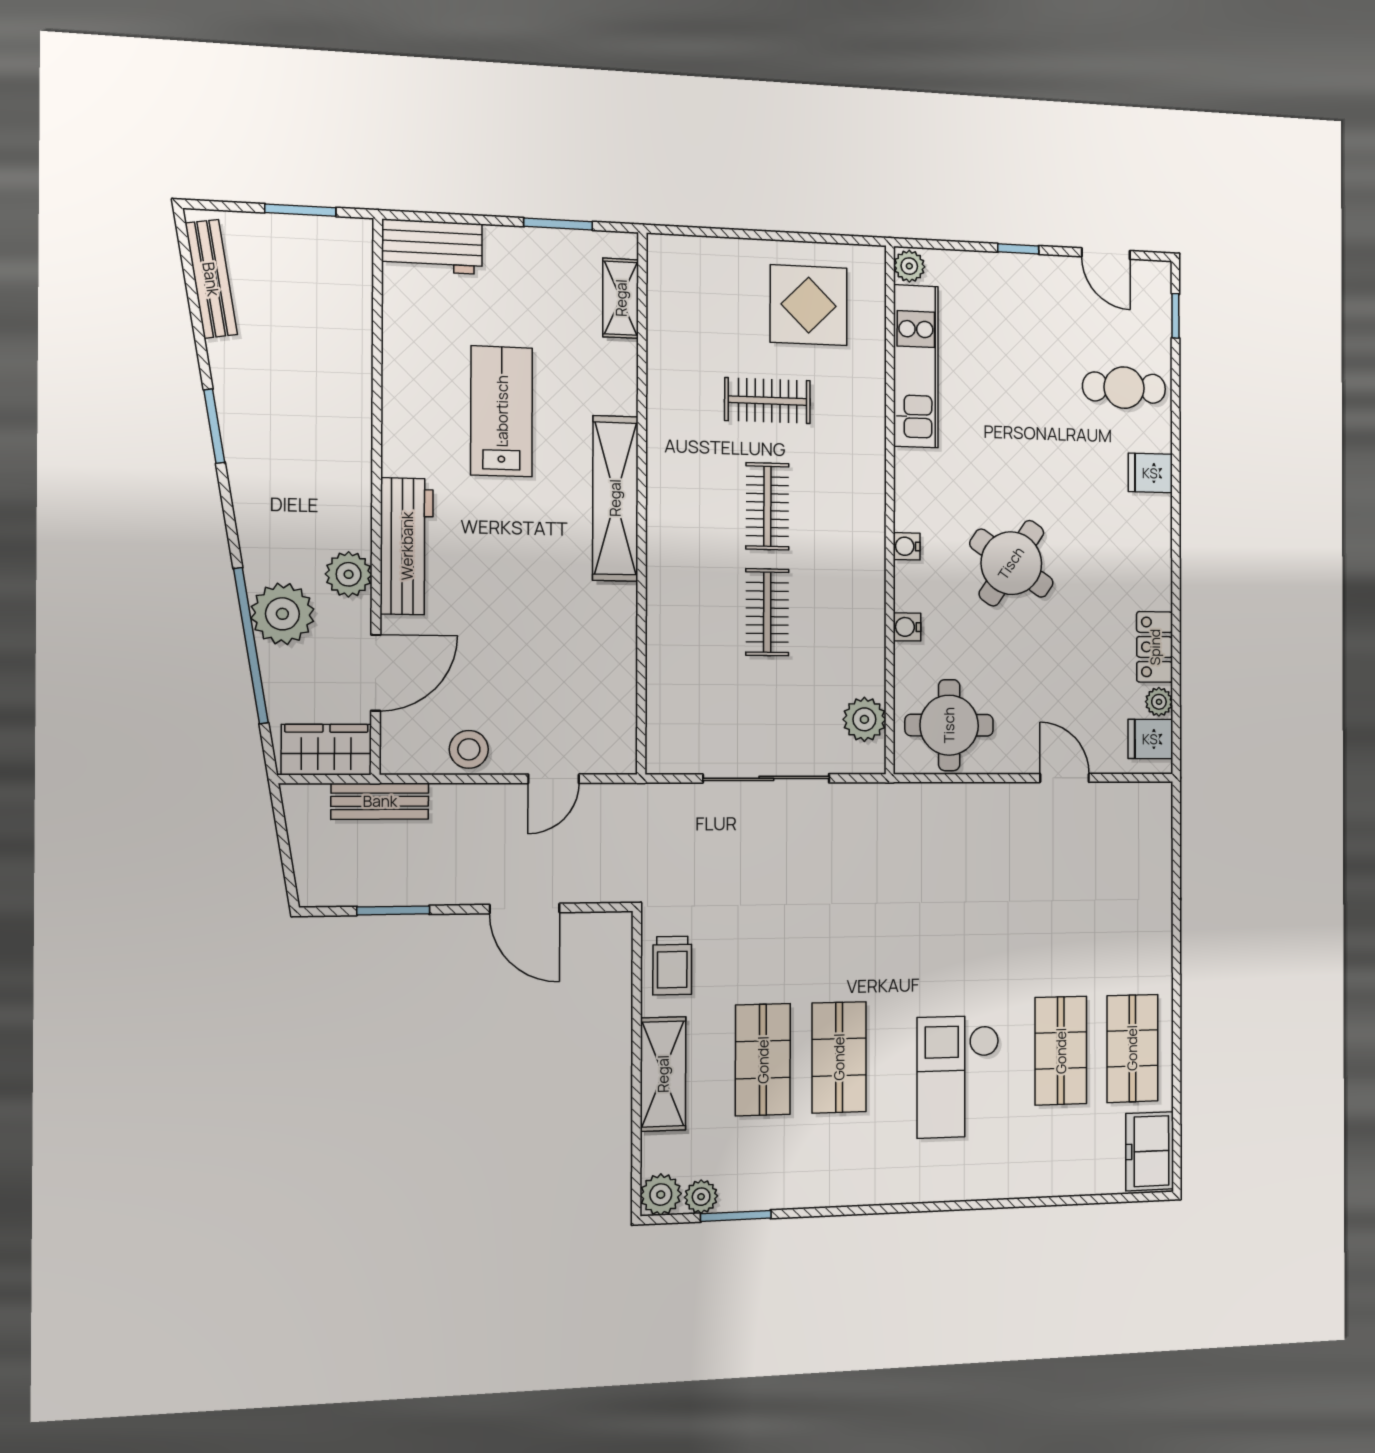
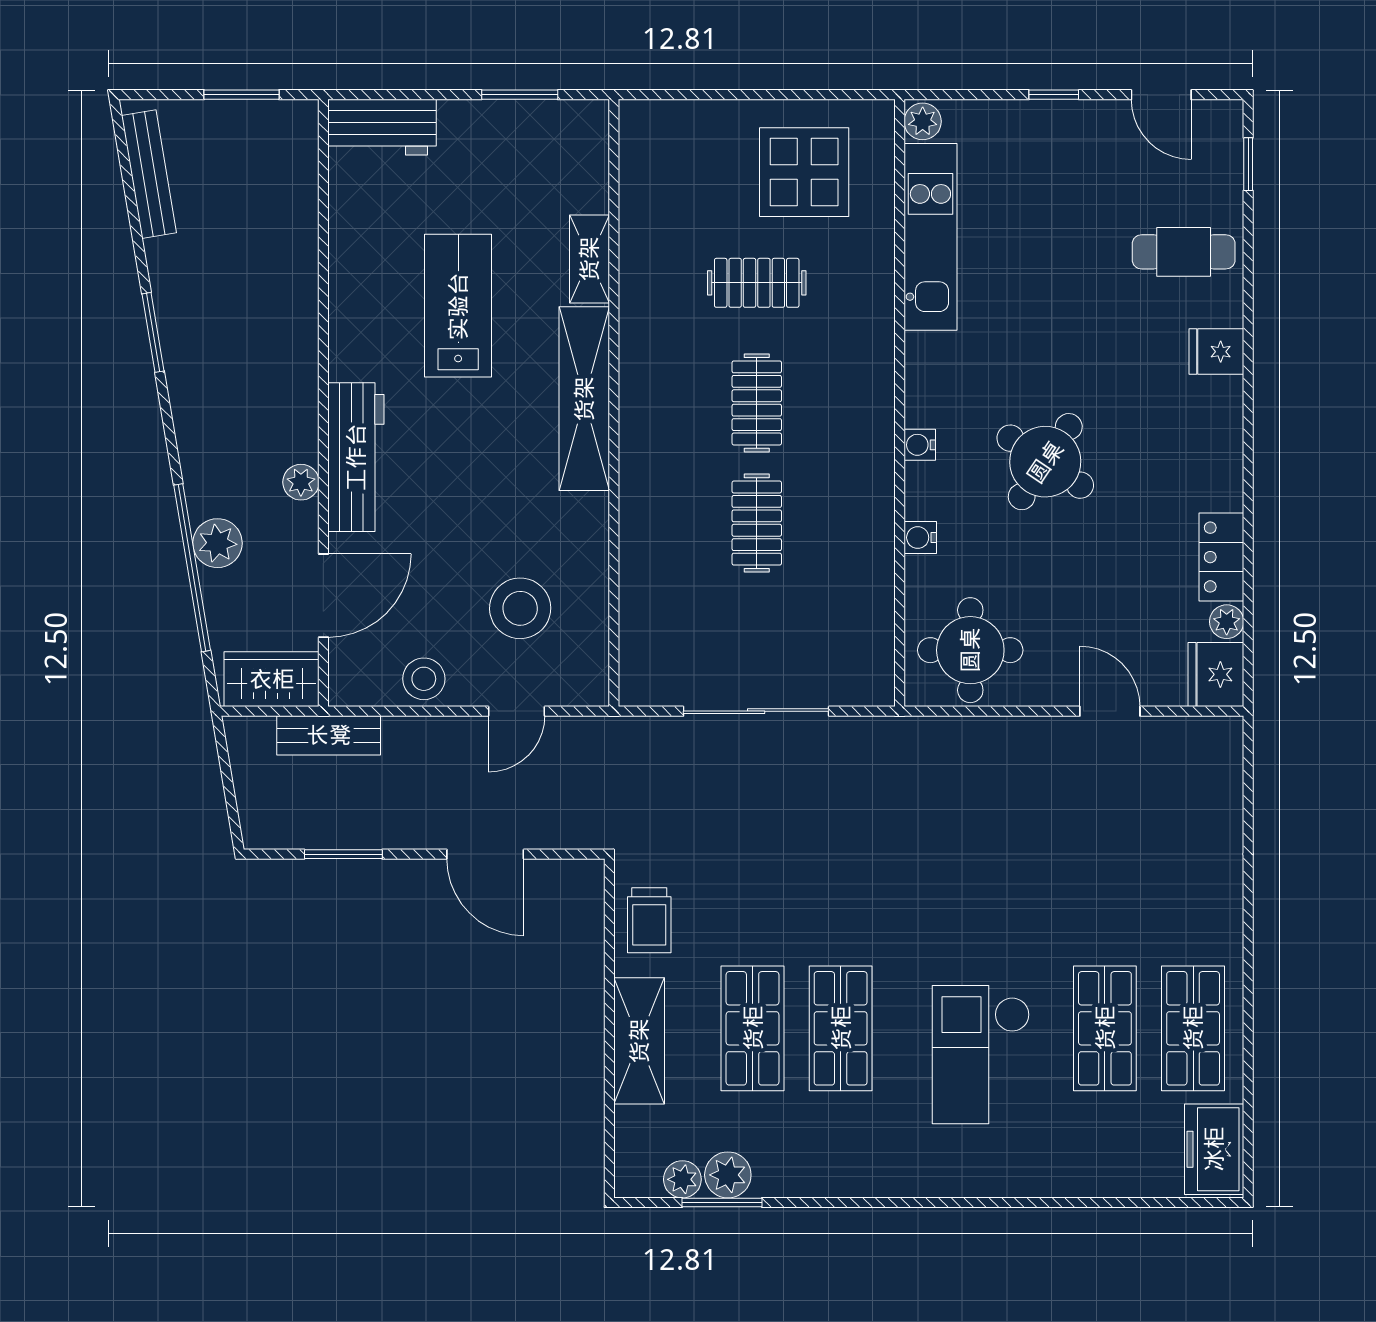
shelving: (621, 298) -> (589, 259), moved
plant: (349, 574) -> (301, 482), width x0.73, depth x0.73
plant: (282, 614) -> (217, 543), width x0.73, depth x0.73
stool: (557, 686) -> (520, 608), added
plant: (864, 719) -> (870, 644), removed
fridge: (1150, 739) -> (1216, 674), width x1.38
plant: (661, 1195) -> (728, 1175), moved

